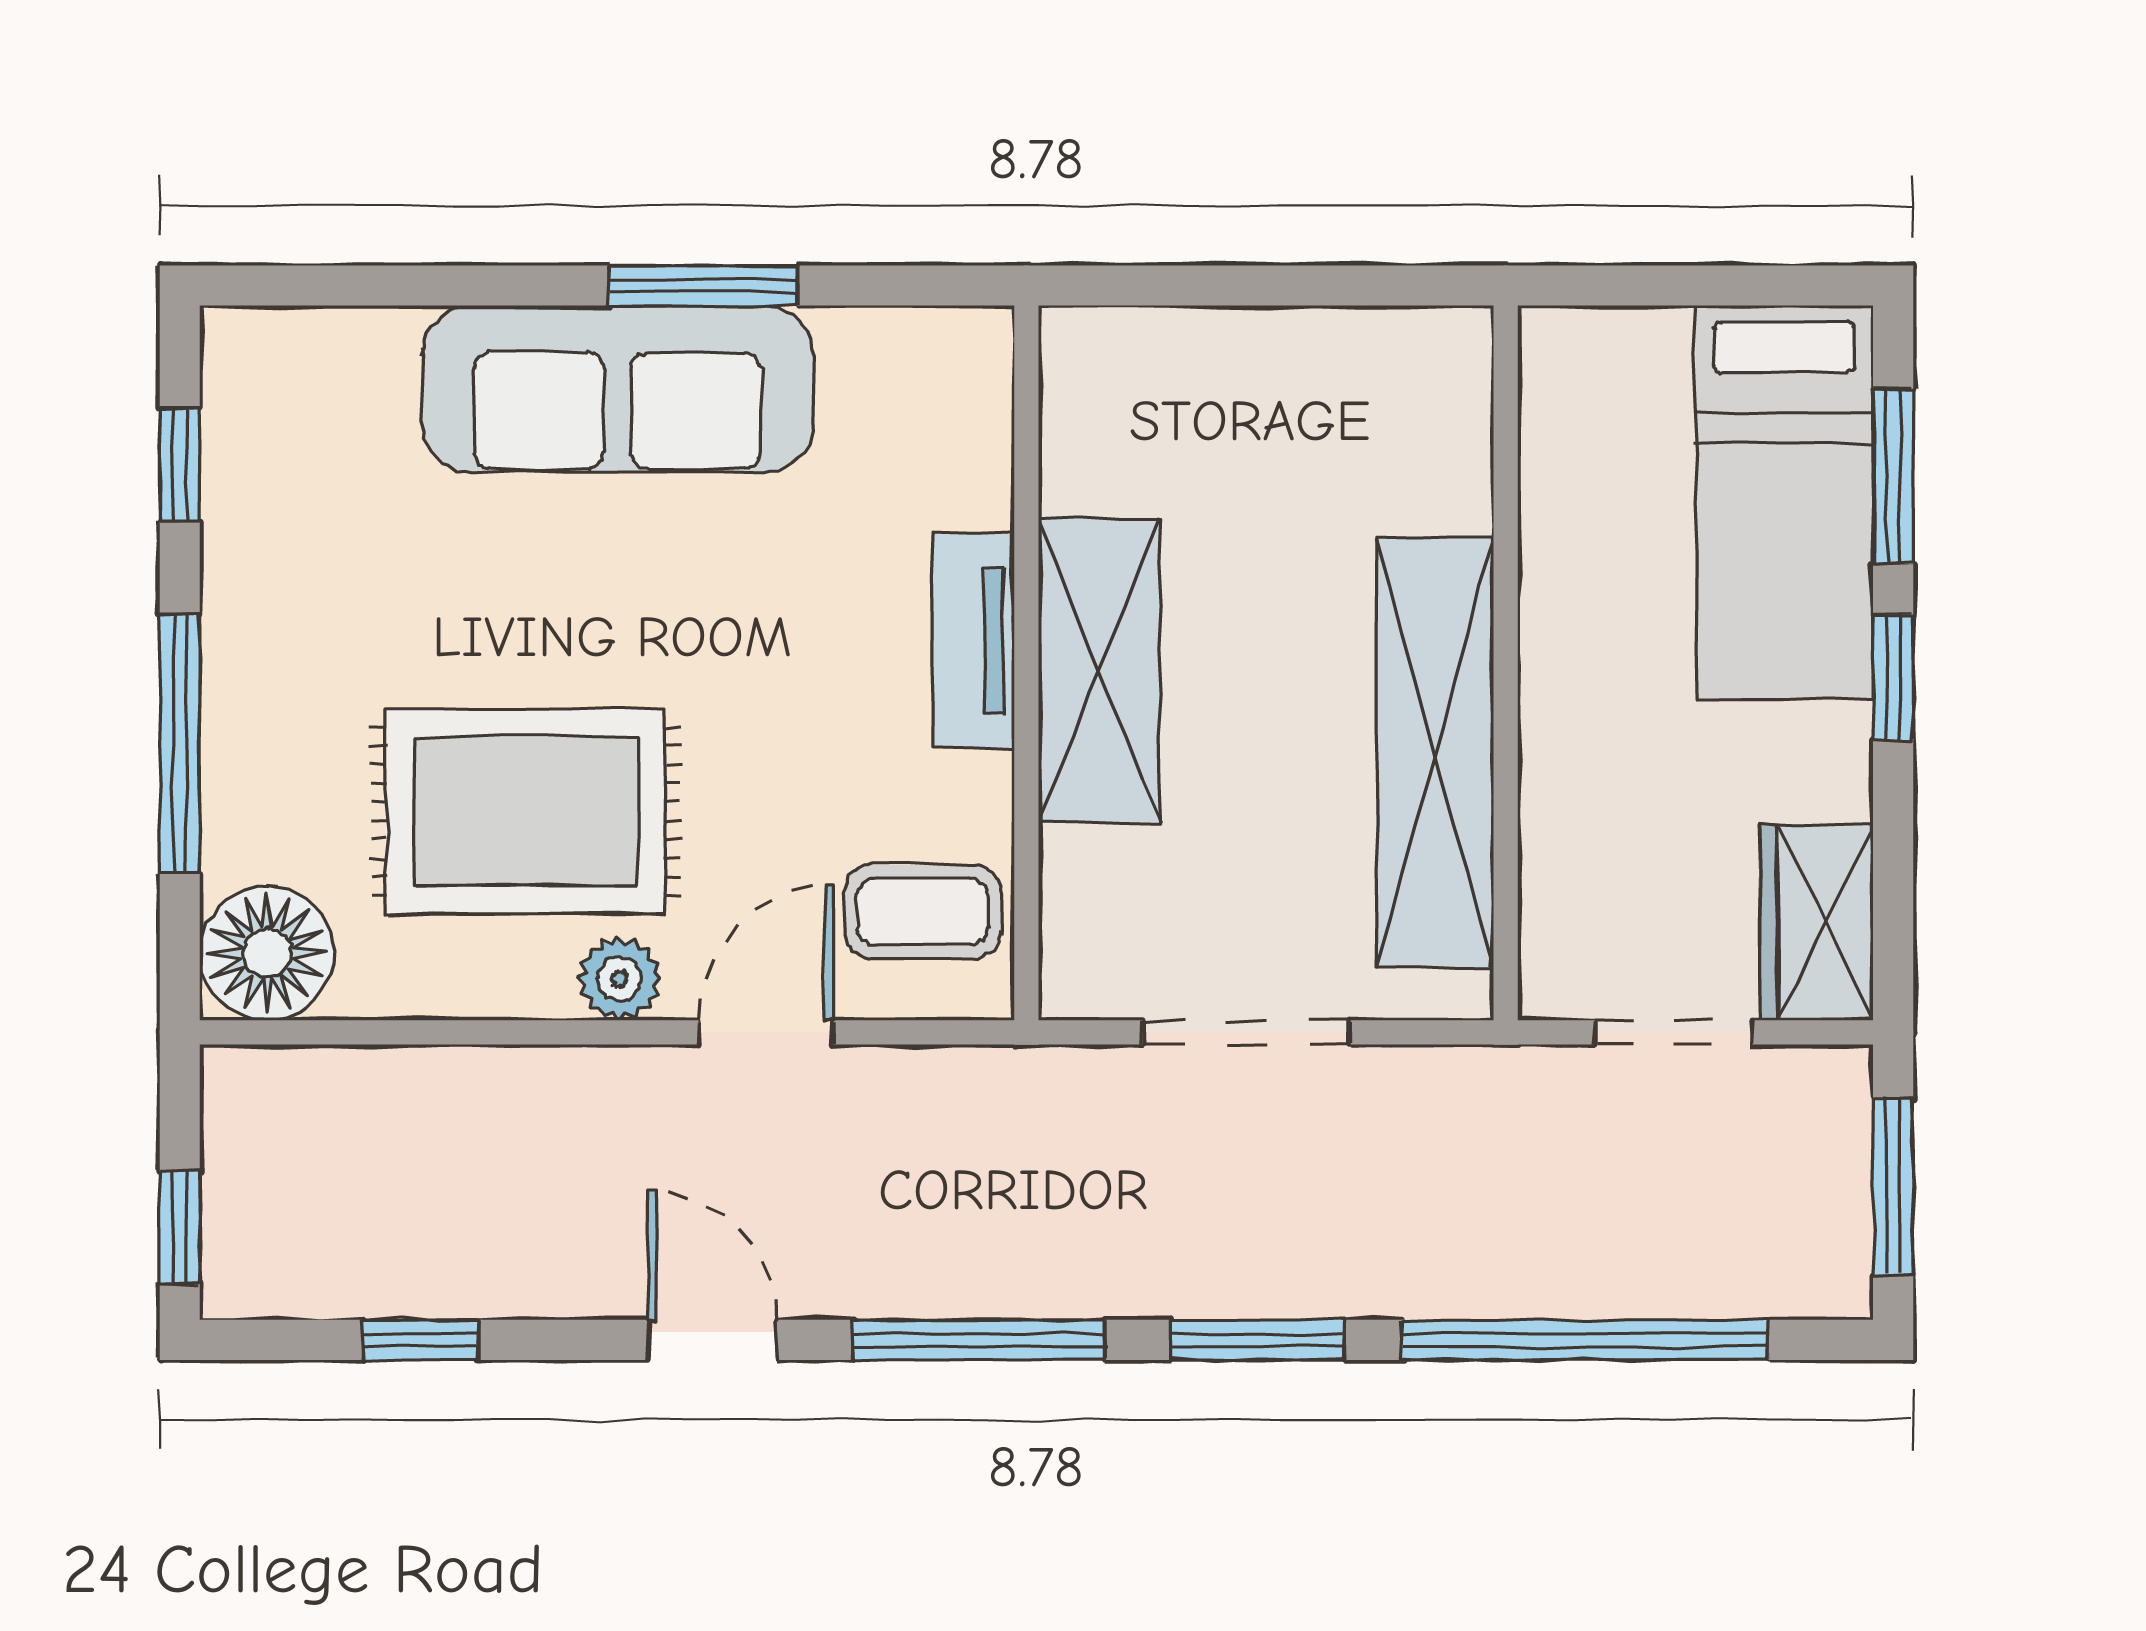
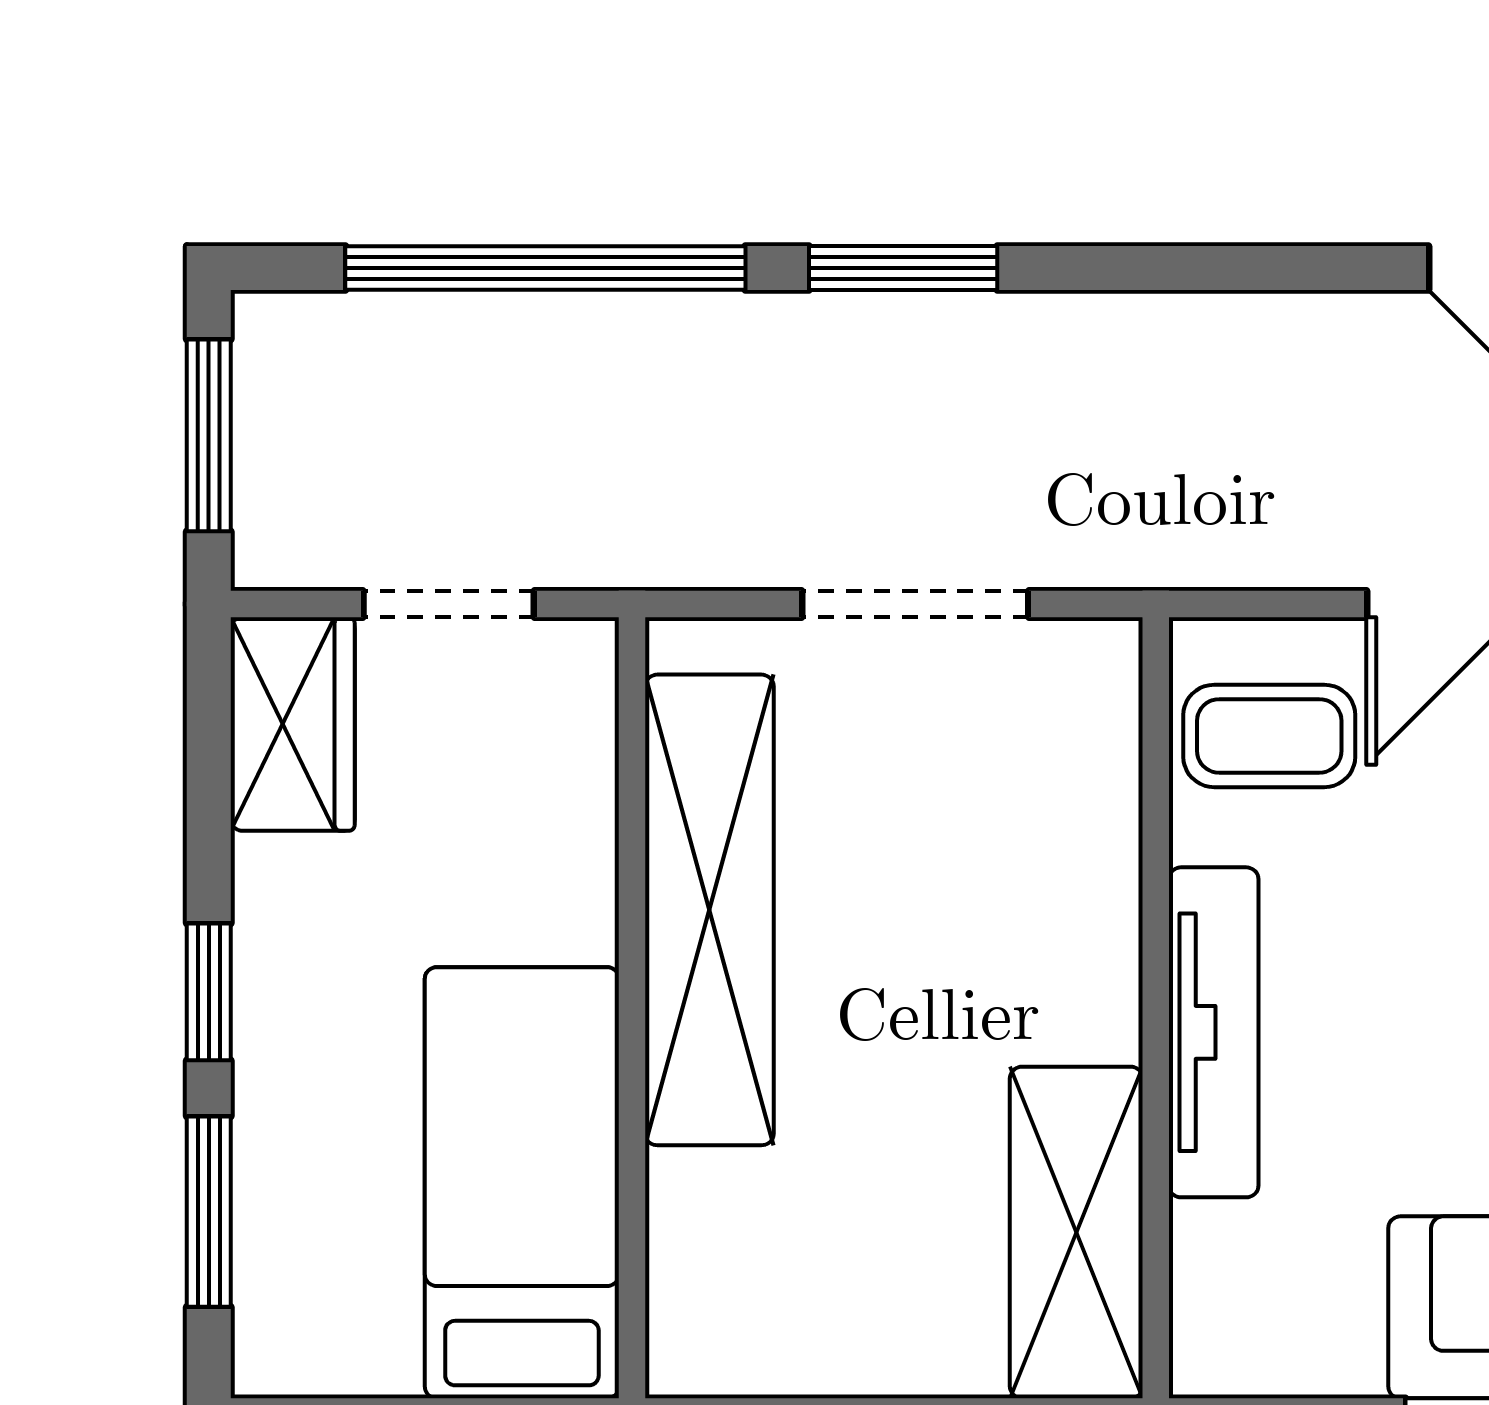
bed: (1784, 503) -> (522, 1183), moved
tv unit: (974, 640) -> (1214, 1032), width x1.41
shelving: (1099, 671) -> (1076, 1232), moved
window: (979, 1340) -> (1208, 268), removed

